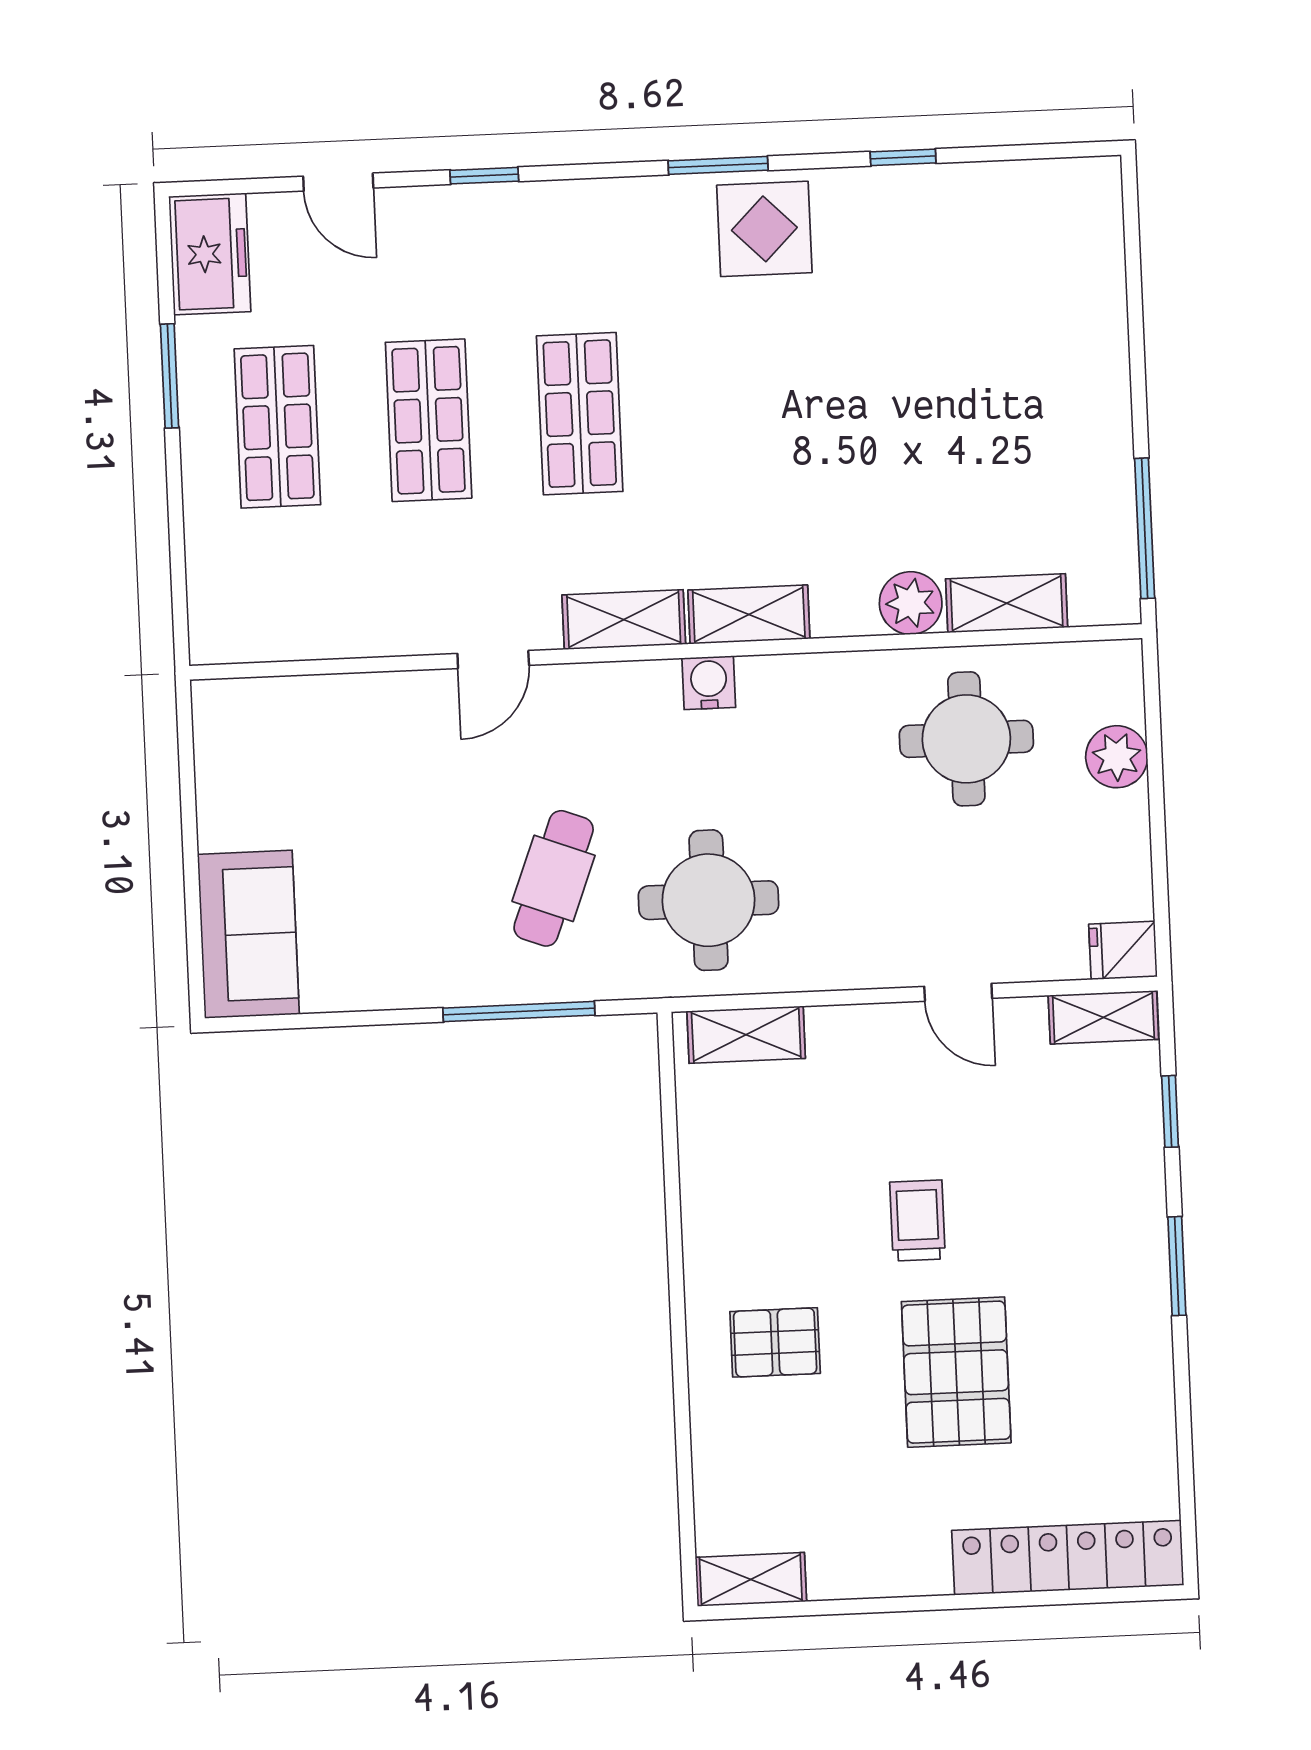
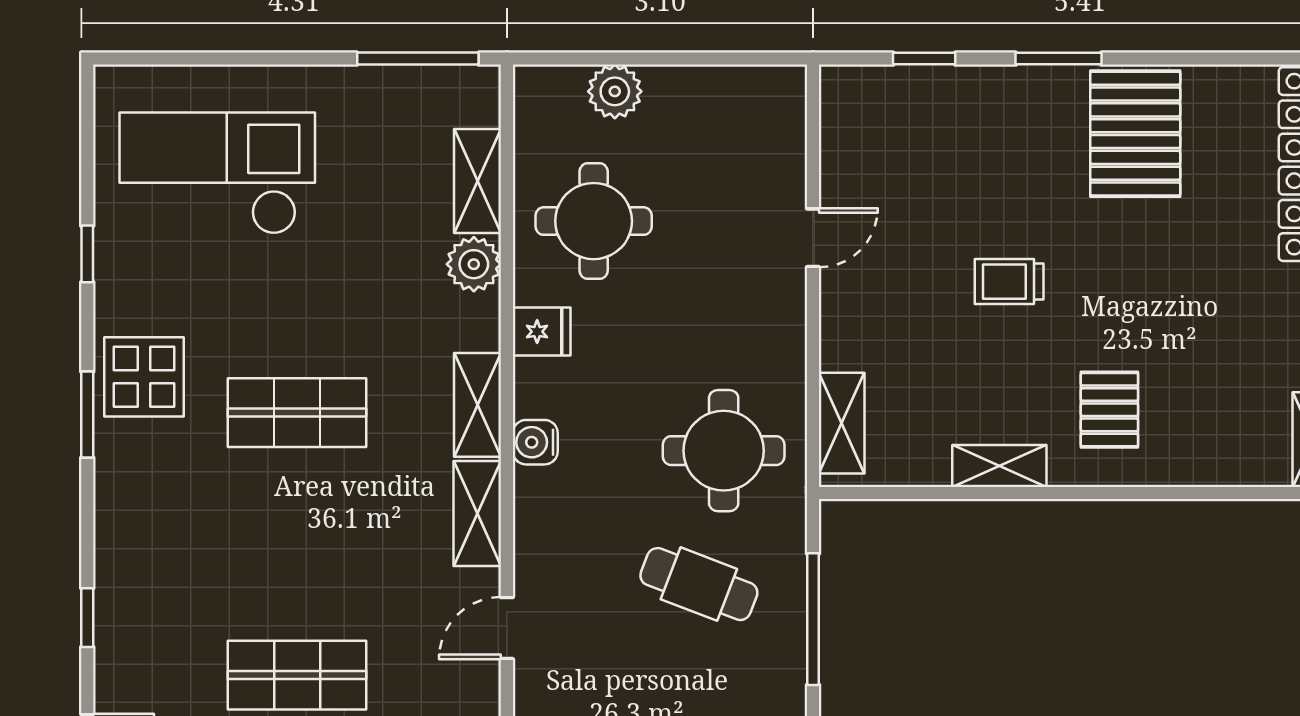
checkout: (1003, 303) -> (217, 173), added
shop shelf: (580, 414) -> (297, 413), moved
door: (493, 659) -> (507, 628), swing flipped
fridge: (1123, 950) -> (542, 332), moved, turned -90
shelving: (1103, 1017) -> (999, 466), moved, turned 90
pallet: (956, 1372) -> (1135, 134), moved, turned 90

